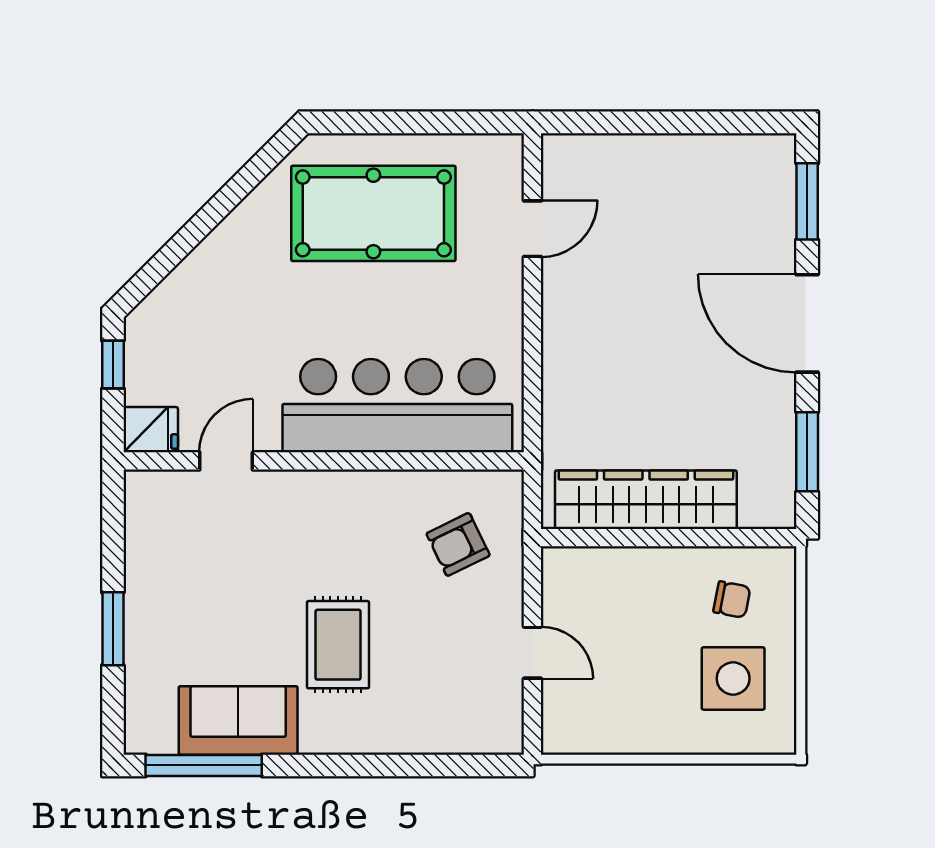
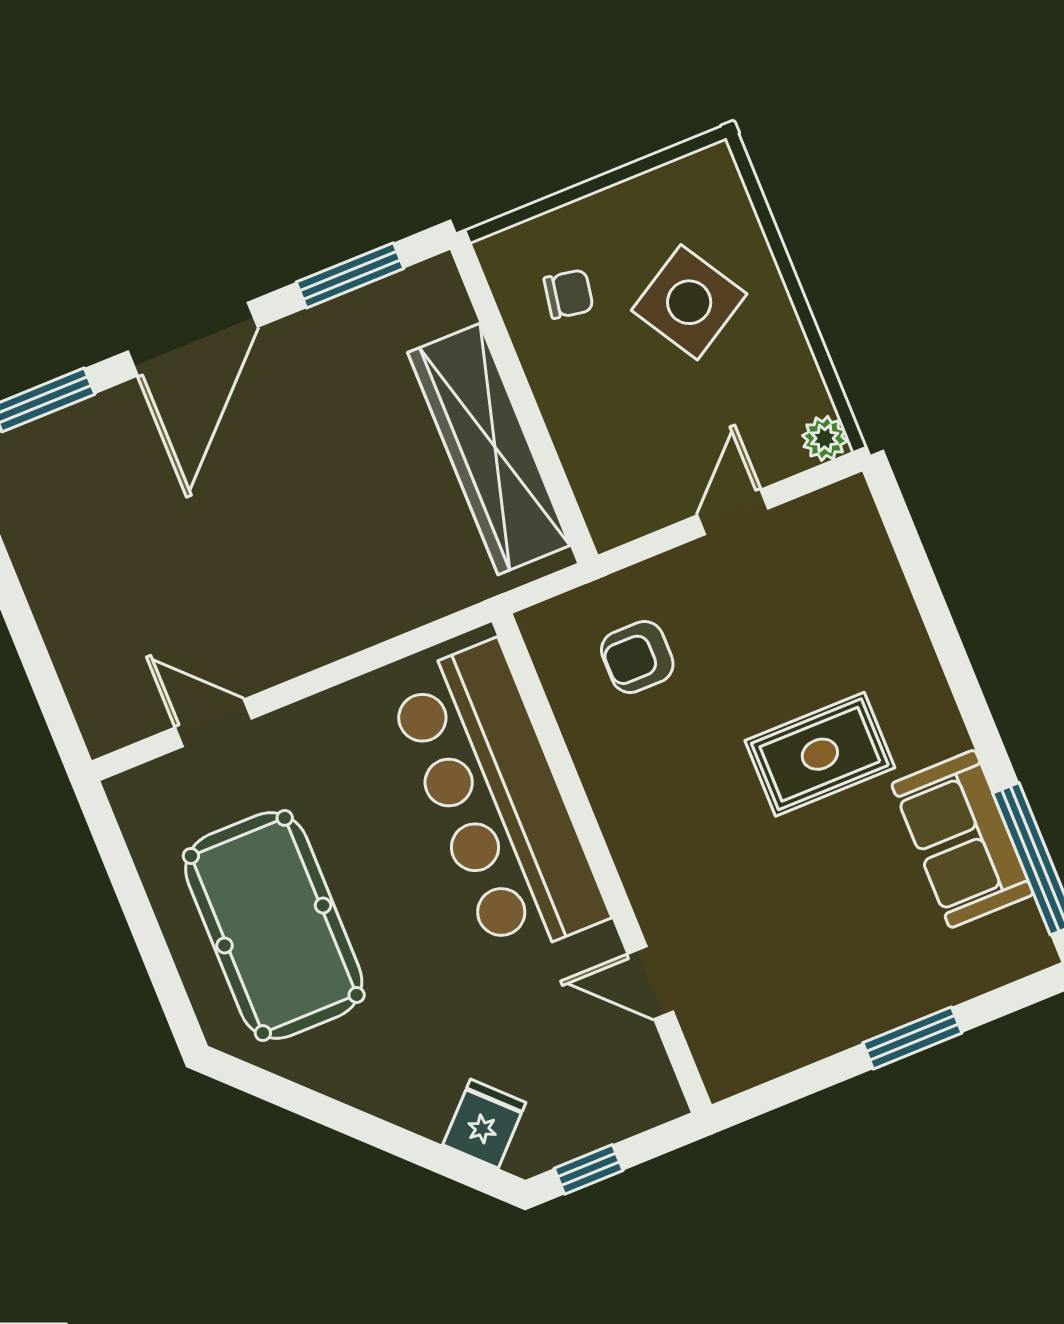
fridge: (151, 430) -> (484, 1124), moved, turned 45
armchair: (458, 544) -> (637, 657), turned 116
chair: (732, 600) -> (569, 294), turned 89
side table: (733, 678) -> (689, 302), moved, turned -31
plant: (558, 738) -> (825, 438), added

